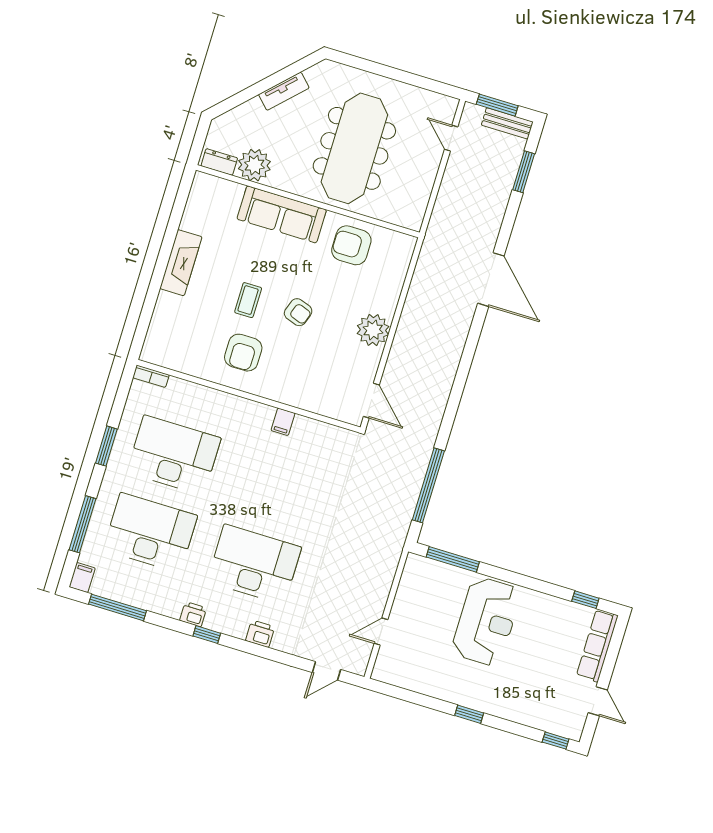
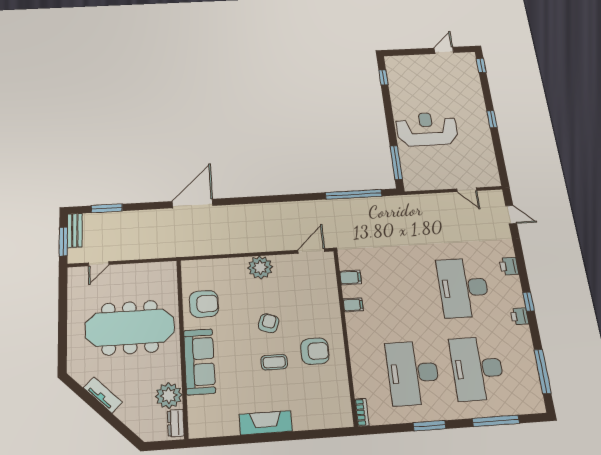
armchair: (351, 245) -> (204, 304), turned -90
filing cabinet: (82, 578) -> (351, 277), moved, turned 180
row of seats: (597, 646) -> (409, 62), removed

